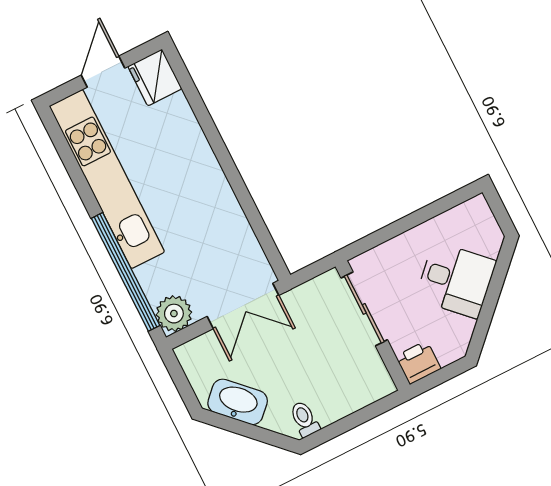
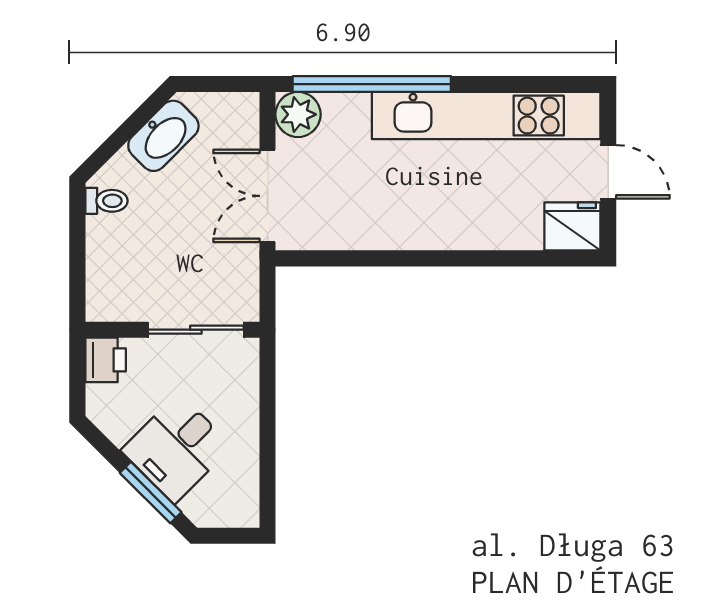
window: (497, 282) -> (151, 493), added

